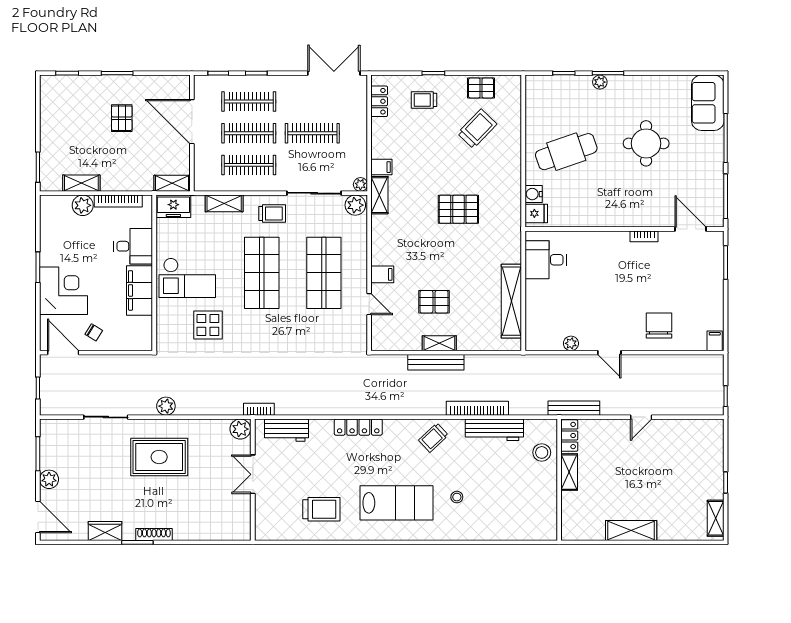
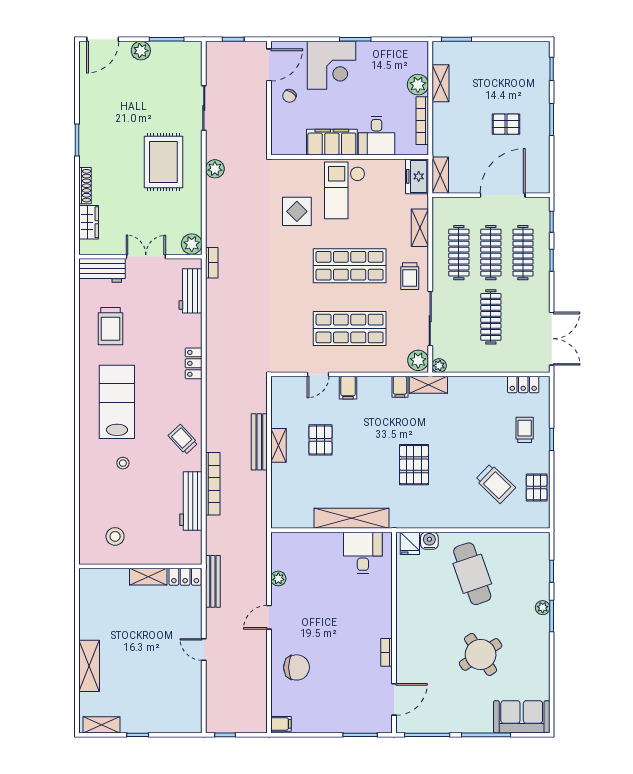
round table: (646, 143) -> (481, 654), turned -33
filing cabinet: (381, 167) -> (400, 387), moved
shelving: (511, 301) -> (352, 518), moved
locker: (358, 427) -> (194, 363), width x0.66
stool: (542, 452) -> (115, 536), moved
lab bench: (396, 503) -> (117, 402), turned 180
workbench: (266, 518) -> (102, 270), added
shelving: (631, 530) -> (89, 666), moved
wardrobe: (105, 531) -> (89, 222), moved
shoe rack: (154, 535) -> (85, 186), moved

